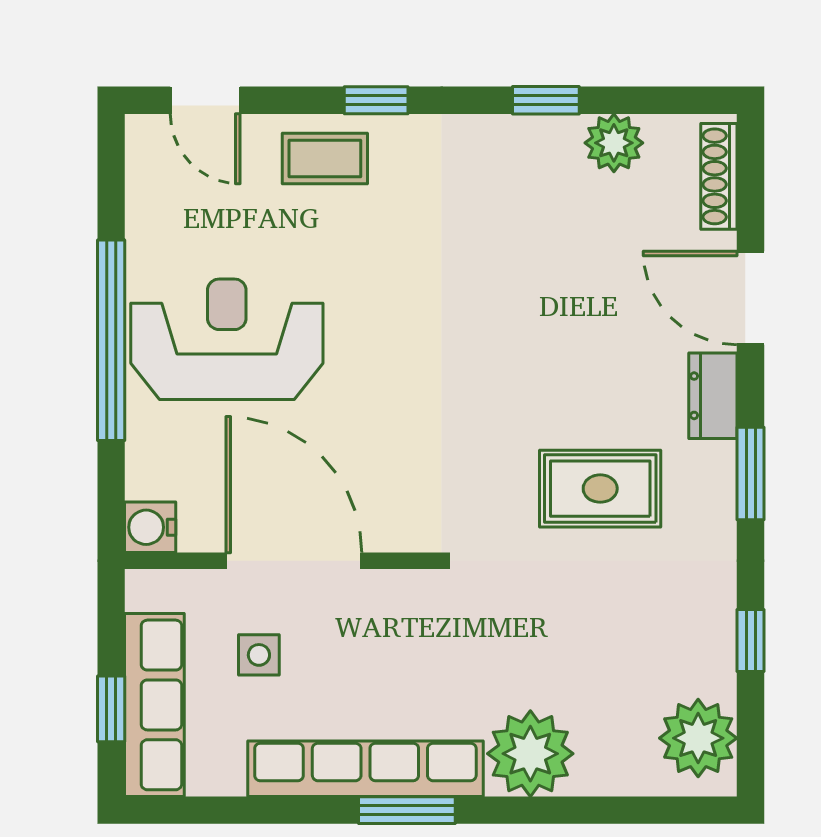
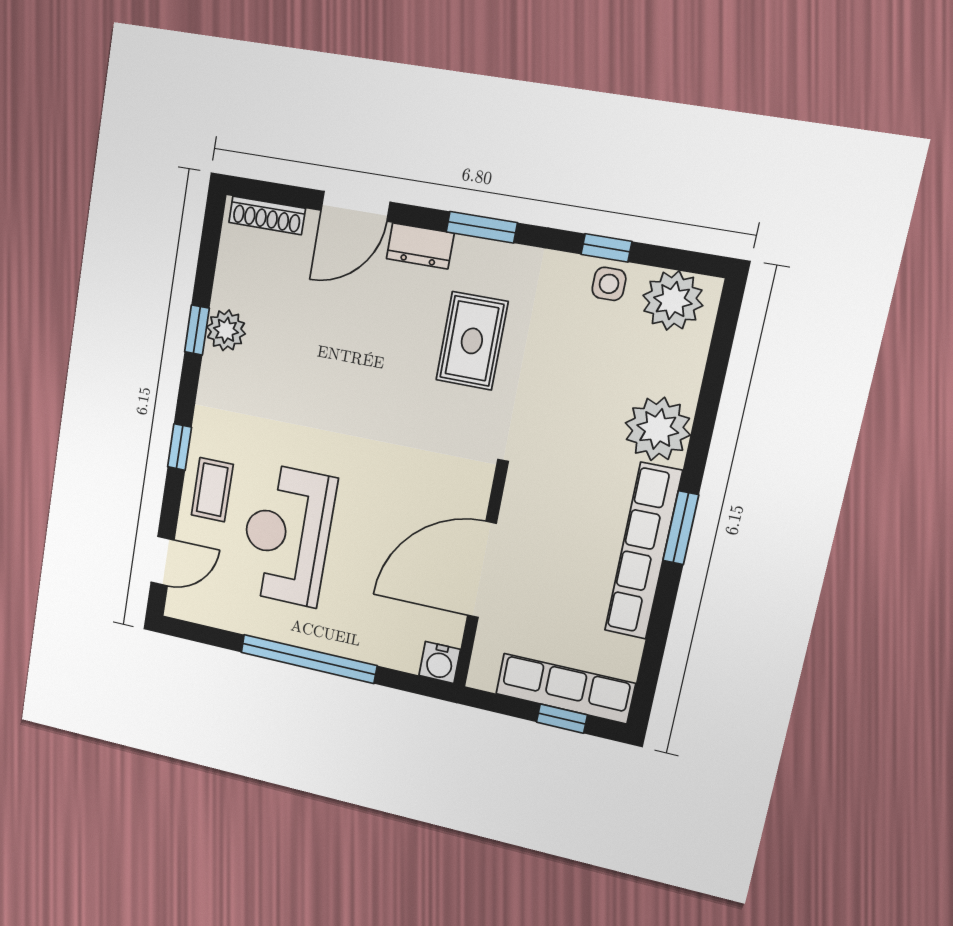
plant: (614, 143) -> (226, 330), moved
reception desk: (227, 339) -> (287, 535), moved
side table: (259, 655) -> (609, 284), moved

